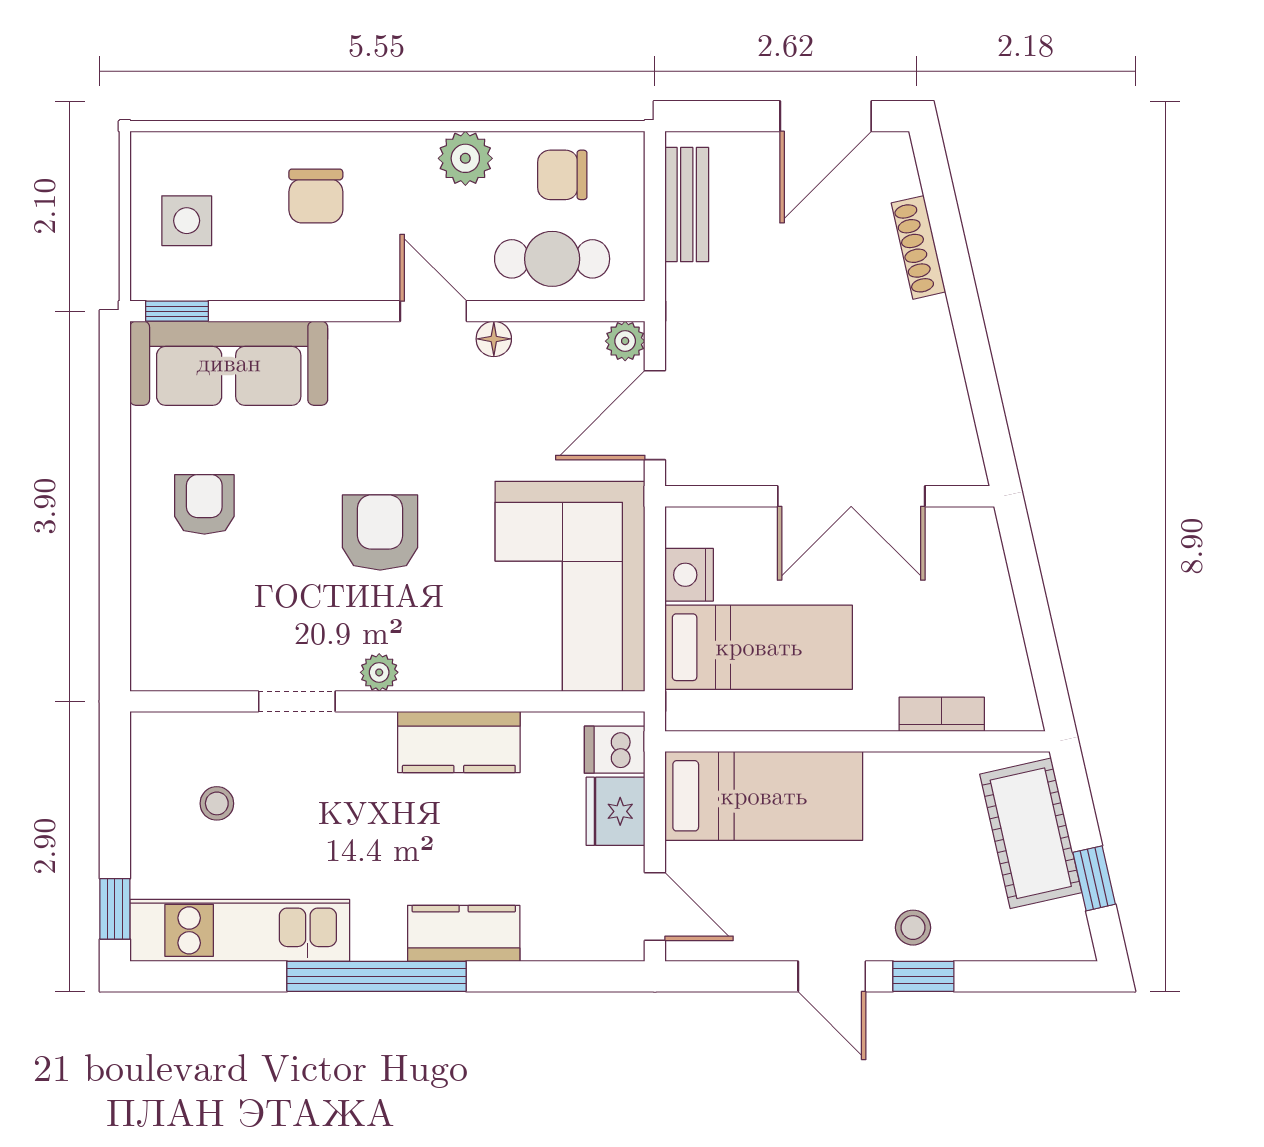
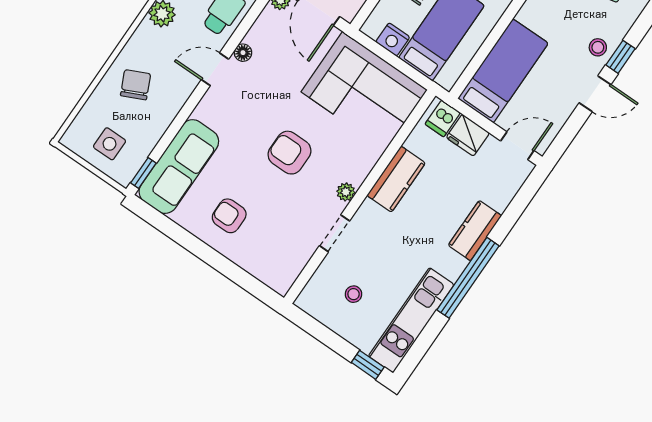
chair: (316, 196) -> (136, 85), turned -115

